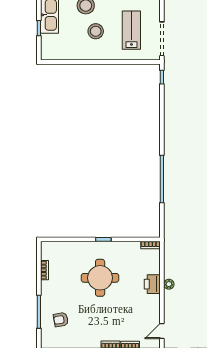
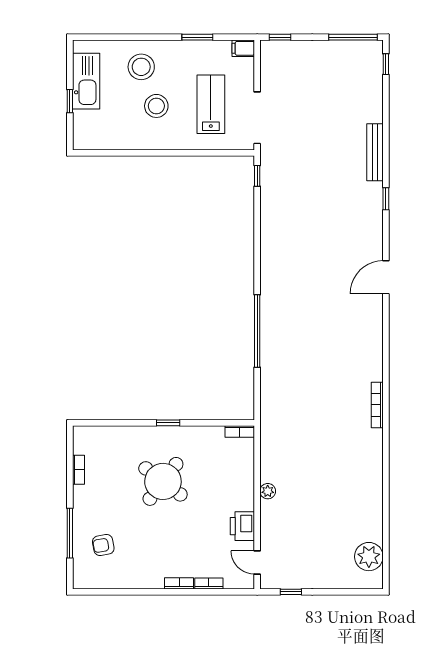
round table: (100, 278) -> (163, 481), turned 37
printer: (152, 284) -> (242, 526), moved
door: (162, 331) -> (257, 562), hinge flipped

